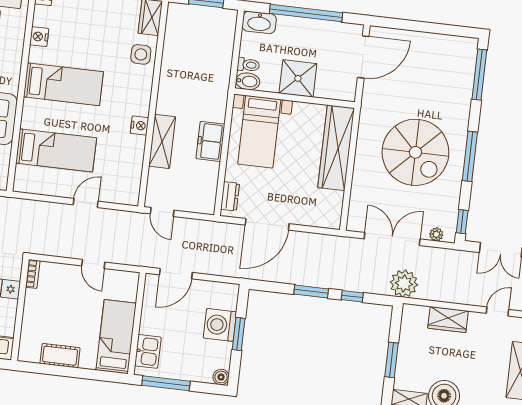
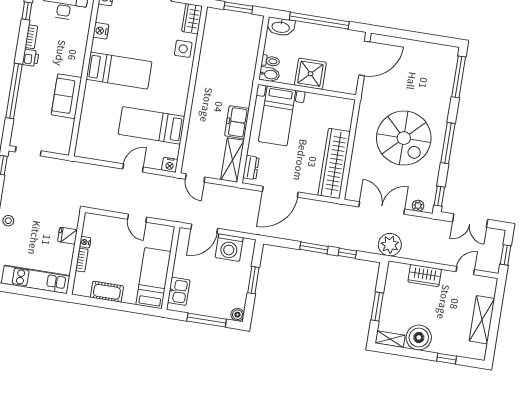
nightstand: (140, 126) -> (170, 165), moved, turned 90
shelving: (162, 141) -> (232, 160), moved
wardrobe: (336, 148) -> (334, 163), moved
bed: (56, 150) -> (151, 125), moved, turned 180
bookcase: (33, 274) -> (82, 260), moved
nightstand: (31, 296) -> (85, 242), added
washing machine: (220, 325) -> (229, 248), moved, turned -90
window: (166, 383) -> (207, 320), moved

